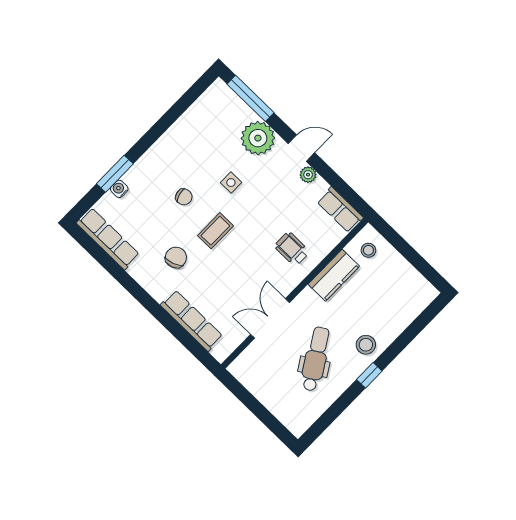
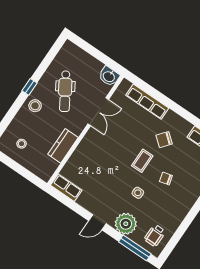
plant: (308, 175) -> (90, 206), removed
wheelchair: (292, 249) -> (155, 235), moved, turned 90
stool: (368, 250) -> (22, 144), moved
chair: (176, 257) -> (164, 140), turned 58
washbasin: (244, 370) -> (109, 76), added

